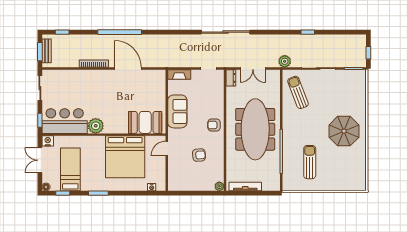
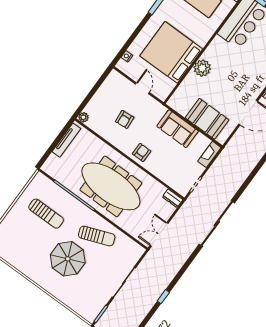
plant: (285, 61) -> (152, 257), removed
double door: (253, 68) -> (159, 234), moved
sun lounger: (298, 92) -> (97, 236), moved
booth: (145, 122) -> (207, 119), moved, turned 90
plant: (96, 126) -> (202, 68), moved
parasol: (344, 131) -> (68, 259), moved
door: (167, 149) -> (142, 88), moved

